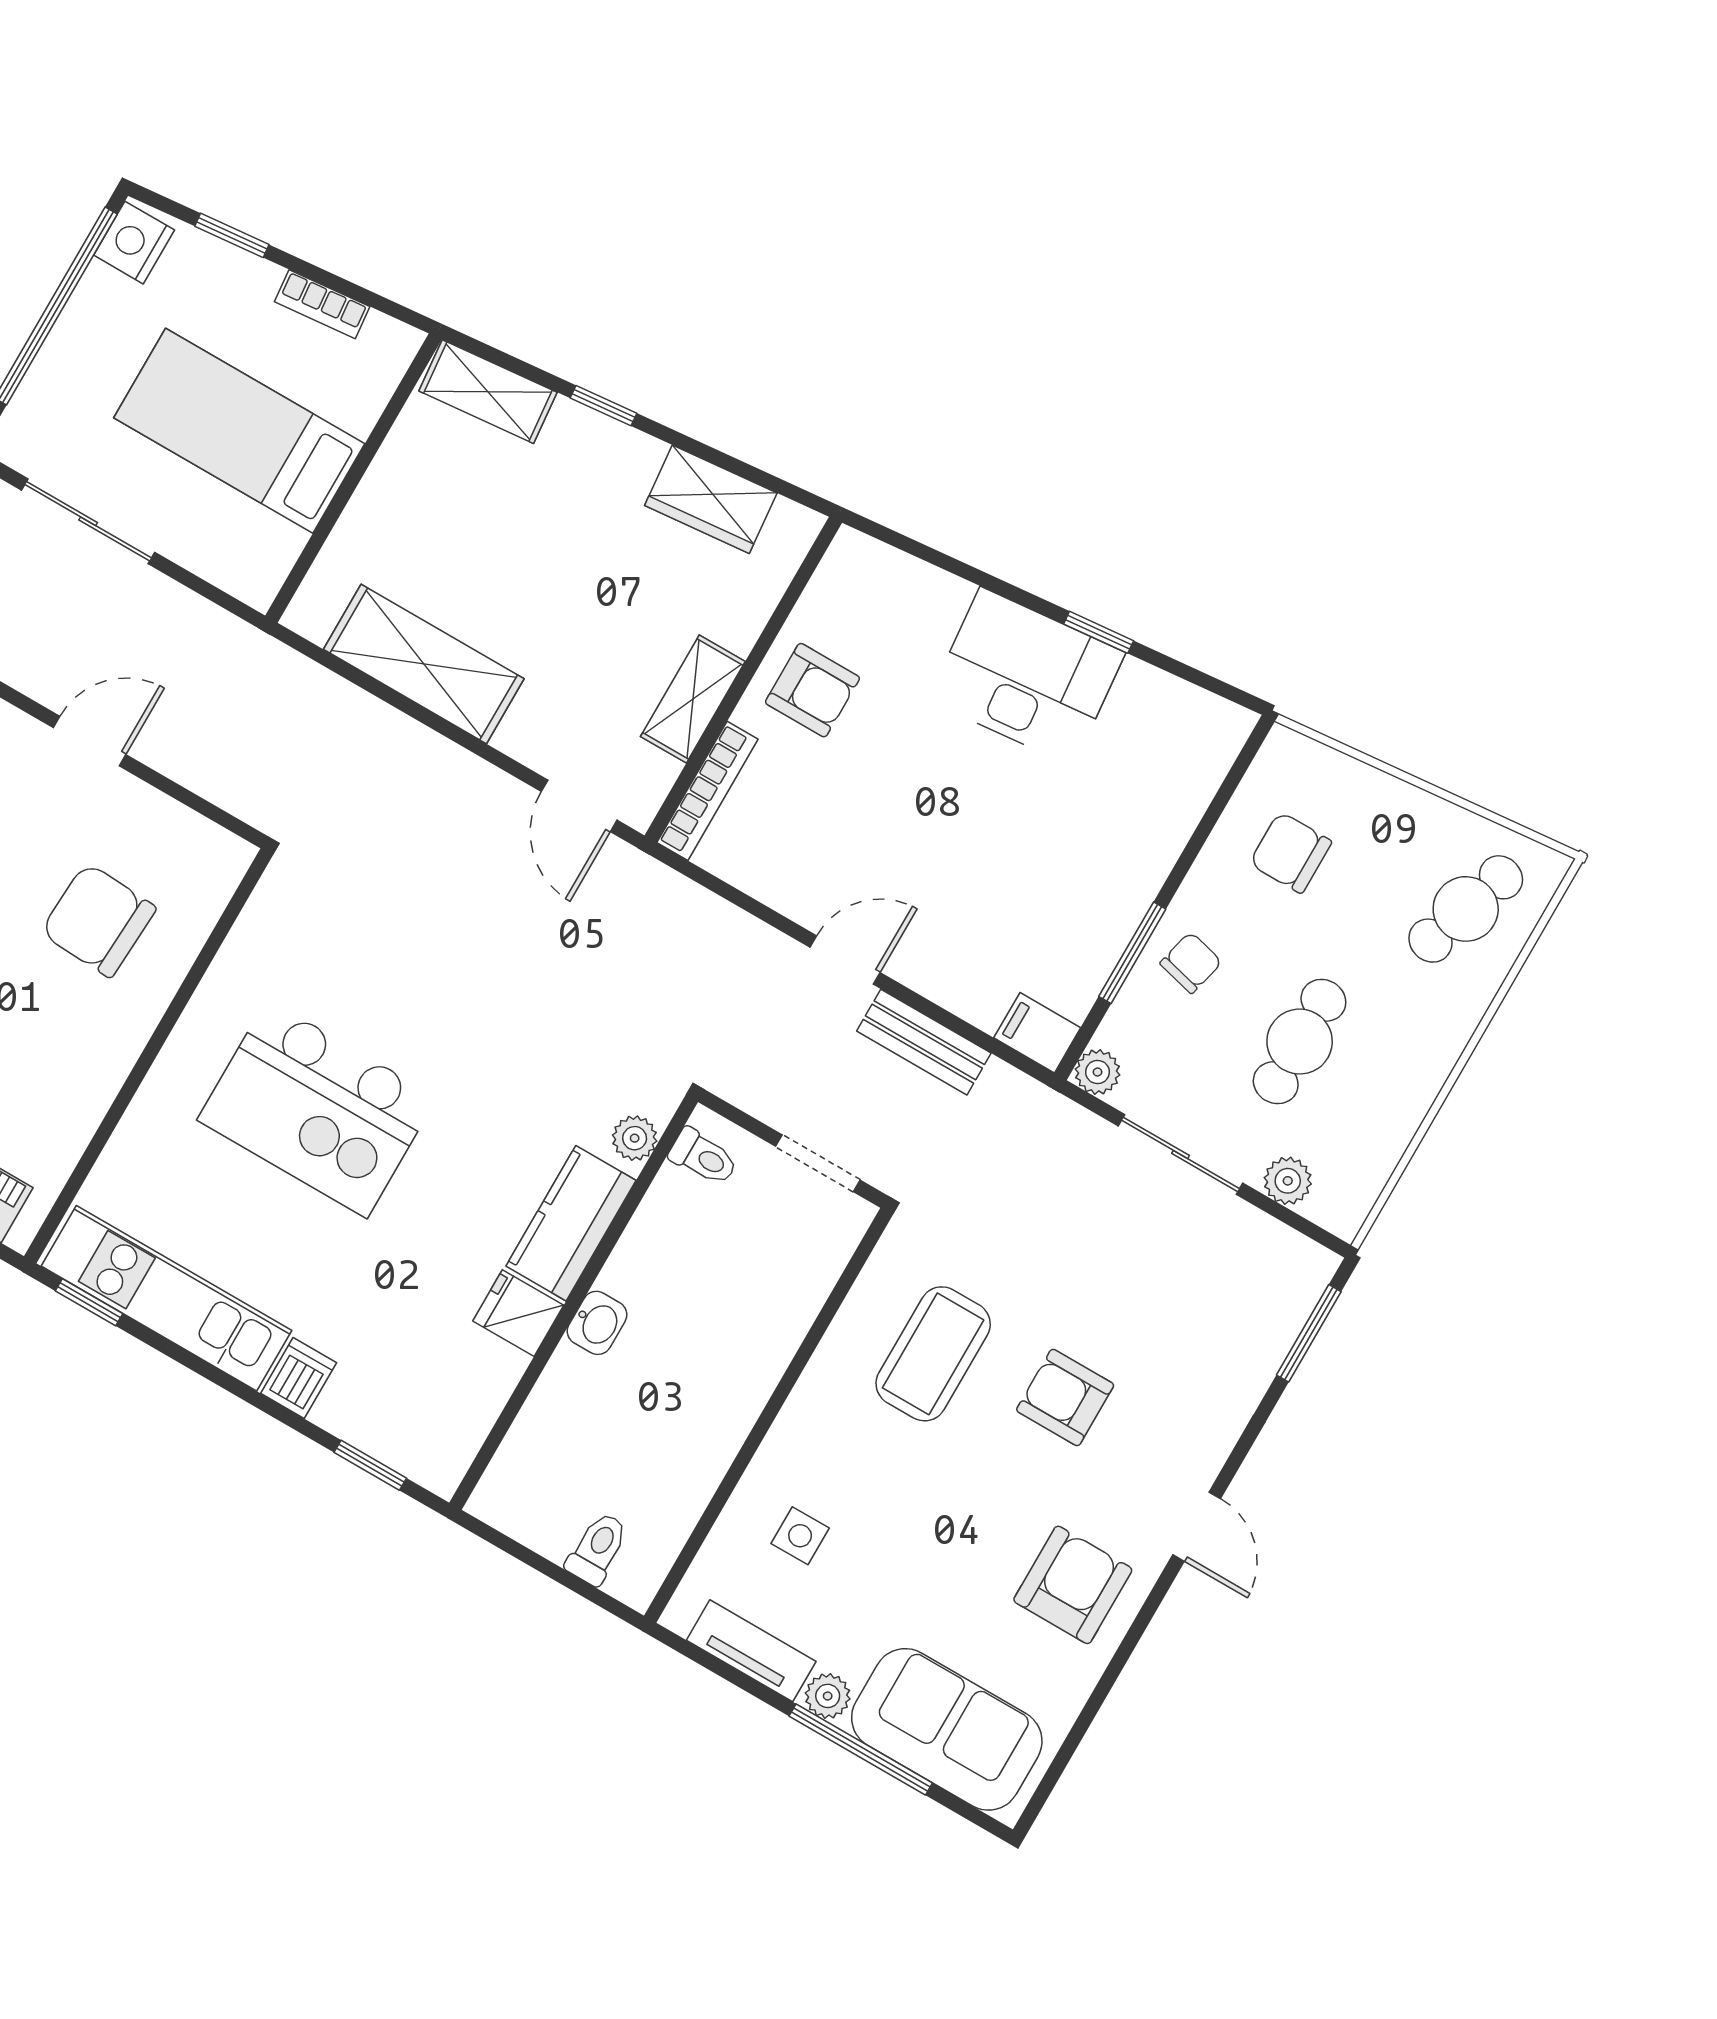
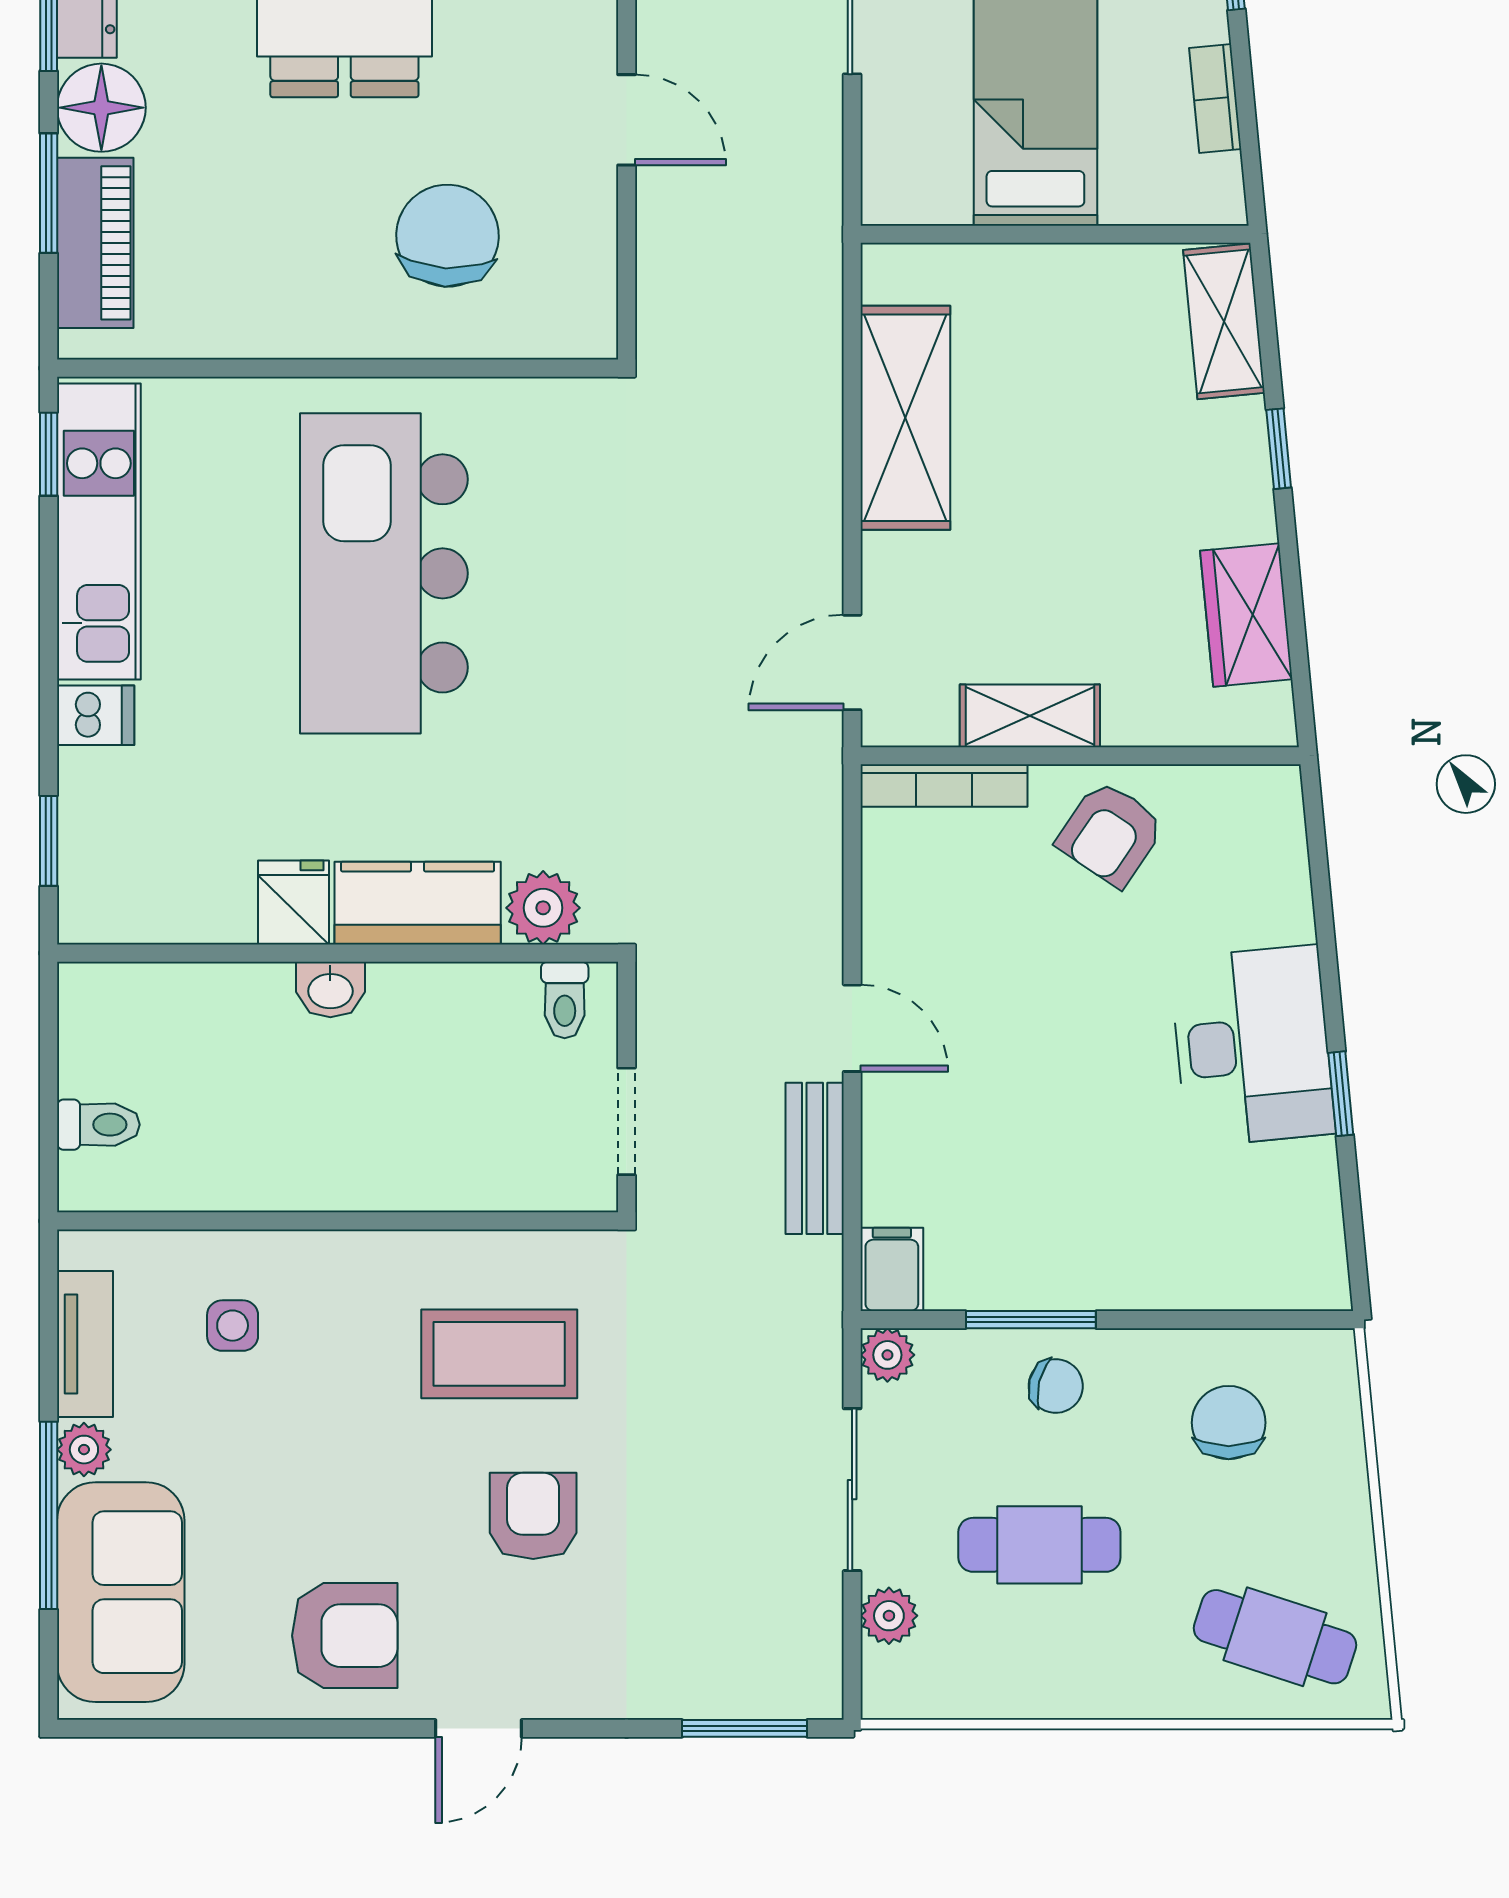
armchair: (812, 690) -> (1110, 834), turned 34
kitchen island: (317, 1109) -> (384, 573), width x1.37
plant: (635, 1138) -> (543, 908), width x1.38, depth x1.38

